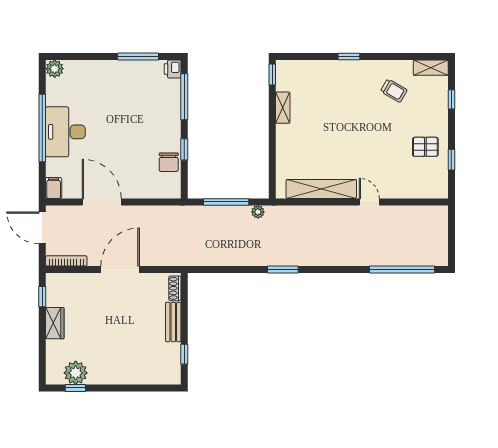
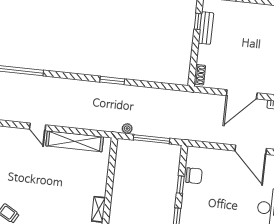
chair: (169, 162) -> (194, 176), turned 89
bench: (173, 322) -> (206, 28), moved

